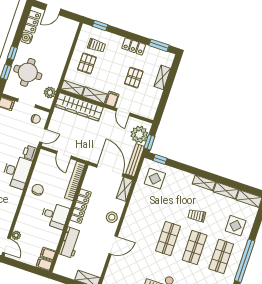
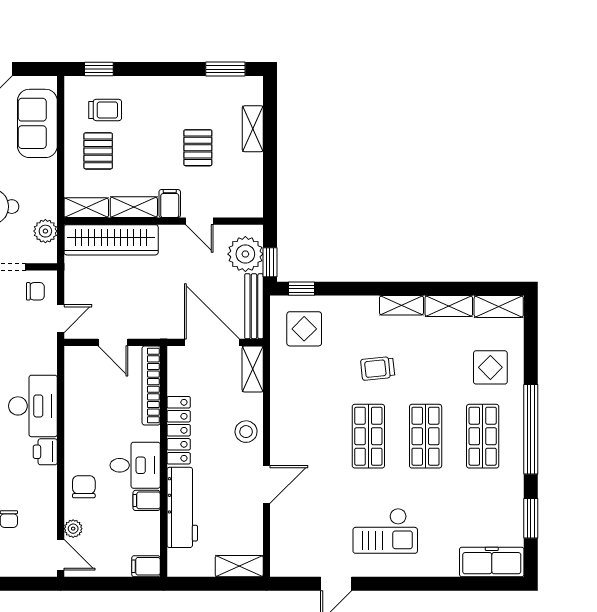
sofa: (63, 41) -> (37, 123), added
locker: (134, 46) -> (177, 88), removed
printer: (30, 153) -> (45, 452), moved
chair: (38, 190) -> (84, 487), moved
trolley: (197, 216) -> (378, 368), moved
workbench: (70, 242) -> (182, 507), width x1.38
filing cabinet: (48, 254) -> (147, 500), moved

